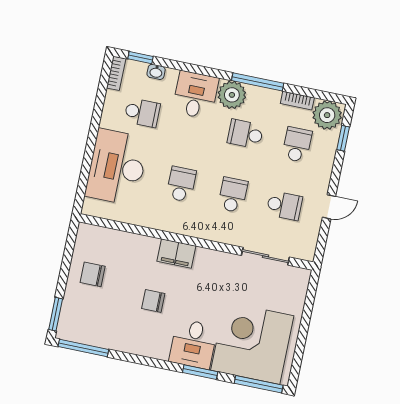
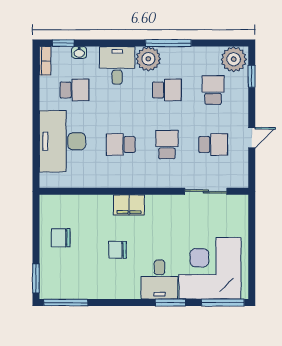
bookcase: (297, 101) -> (206, 52), removed
school desk: (245, 134) -> (167, 90), turned 180
school desk: (181, 184) -> (121, 145), turned -90

